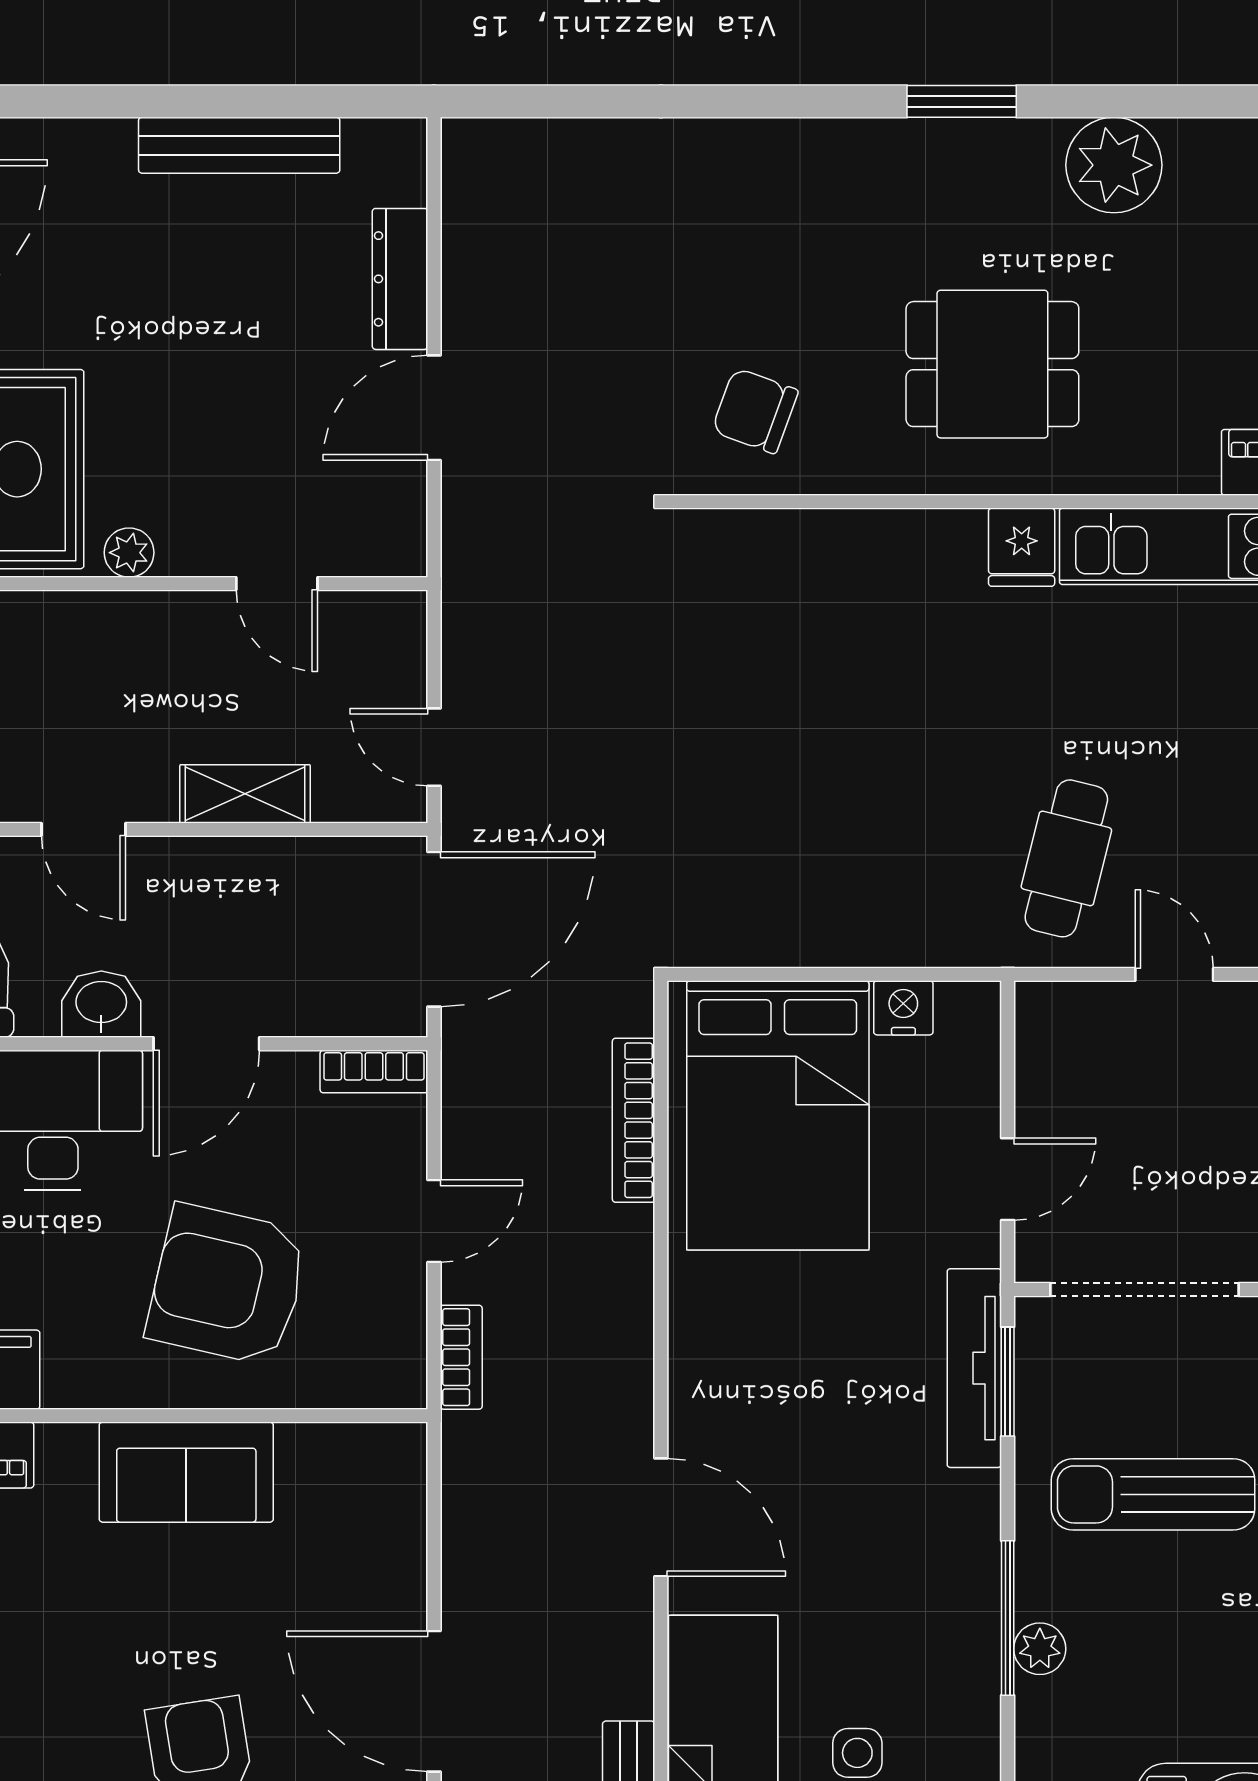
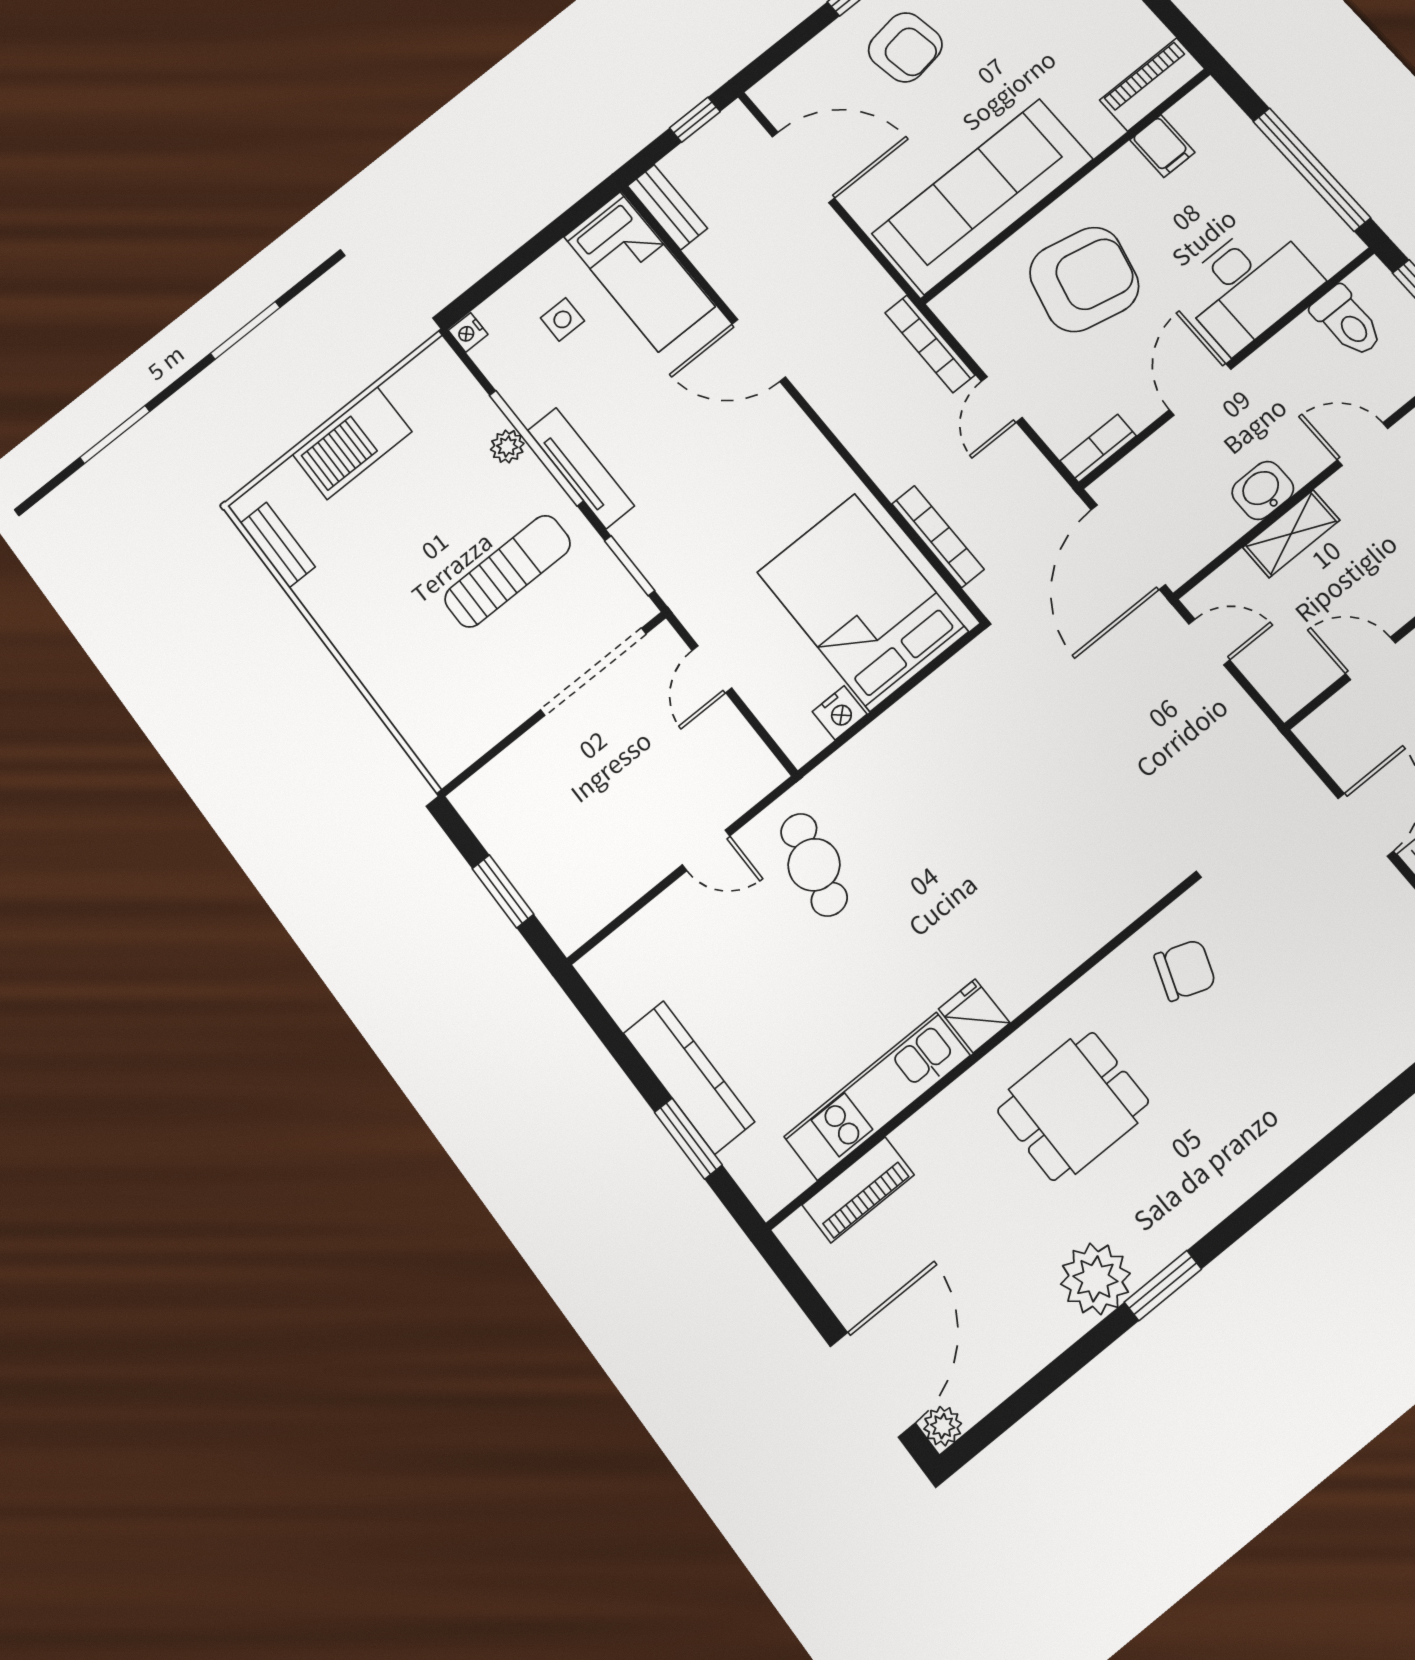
window: (962, 101) -> (1163, 1286), moved
washbasin: (101, 1004) -> (1263, 490), moved, turned 180
bookcase: (461, 1357) -> (930, 344), width x1.56
tv unit: (974, 1368) -> (581, 468), moved
sofa: (186, 1472) -> (982, 196), width x1.85, depth x1.27
window: (1008, 1618) -> (536, 448), width x1.46

